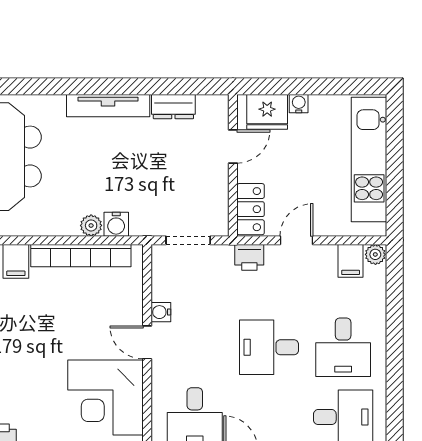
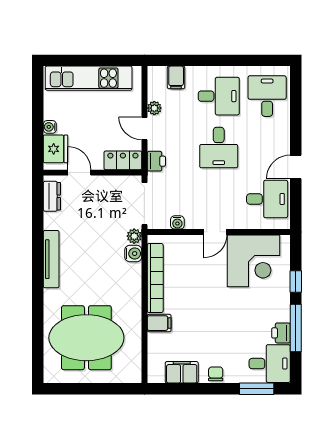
dresser: (173, 107) -> (52, 196), moved
plant: (91, 225) -> (134, 236), moved
doorway: (188, 240) -> (144, 204), width x1.38
plant: (375, 254) -> (154, 108), moved
filing cabinet: (351, 261) -> (176, 77), moved, turned 90
water cooler: (161, 312) -> (177, 222), moved

